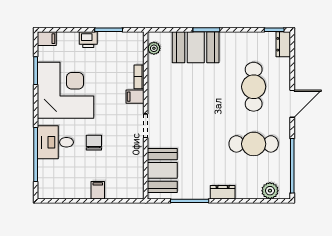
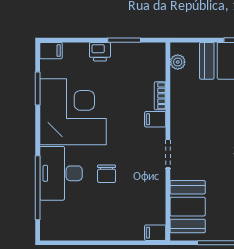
desk: (55, 142) -> (61, 173), width x1.37
chair: (94, 143) -> (107, 174), turned 180
filing cabinet: (98, 190) -> (155, 233), moved, turned -90

